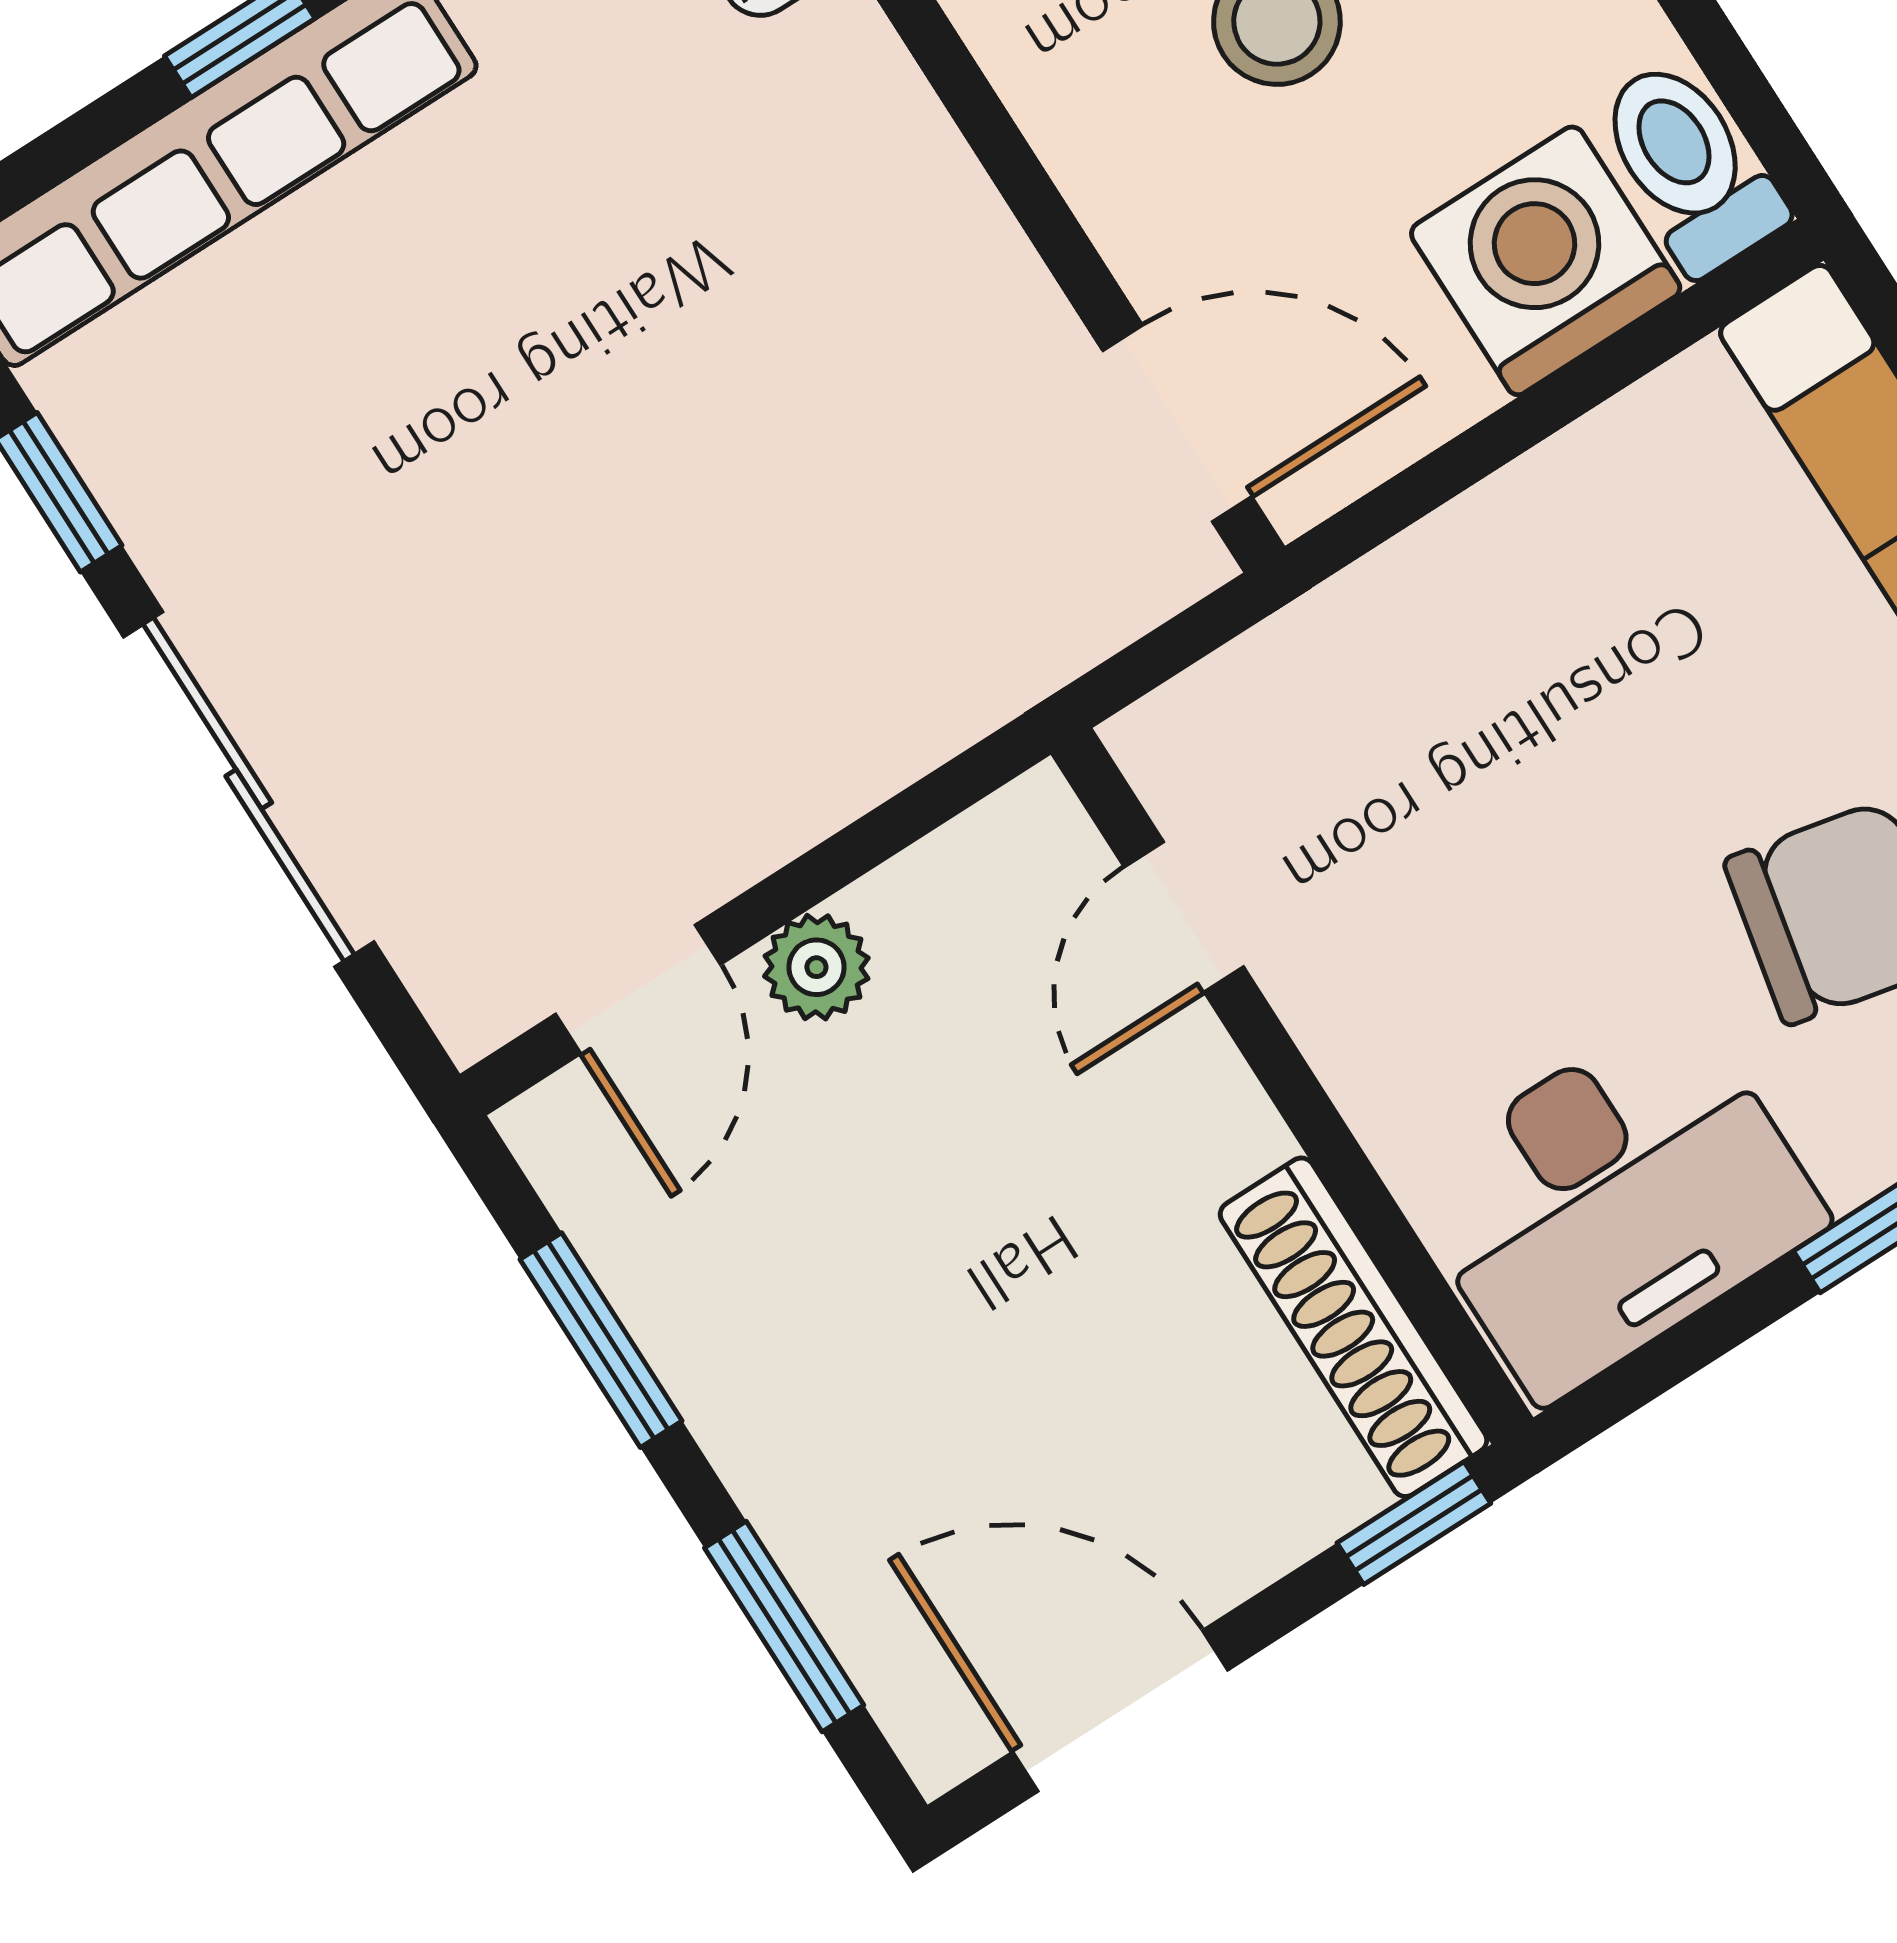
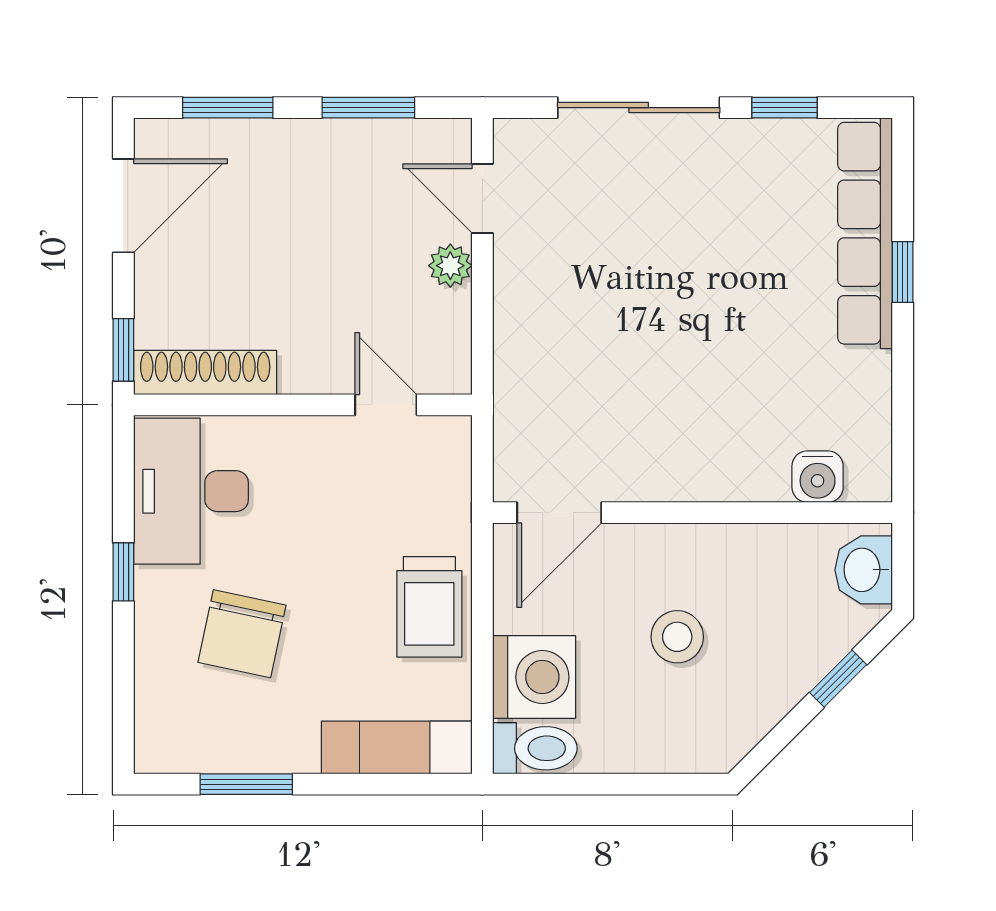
trolley: (1539, 565) -> (429, 607), added

